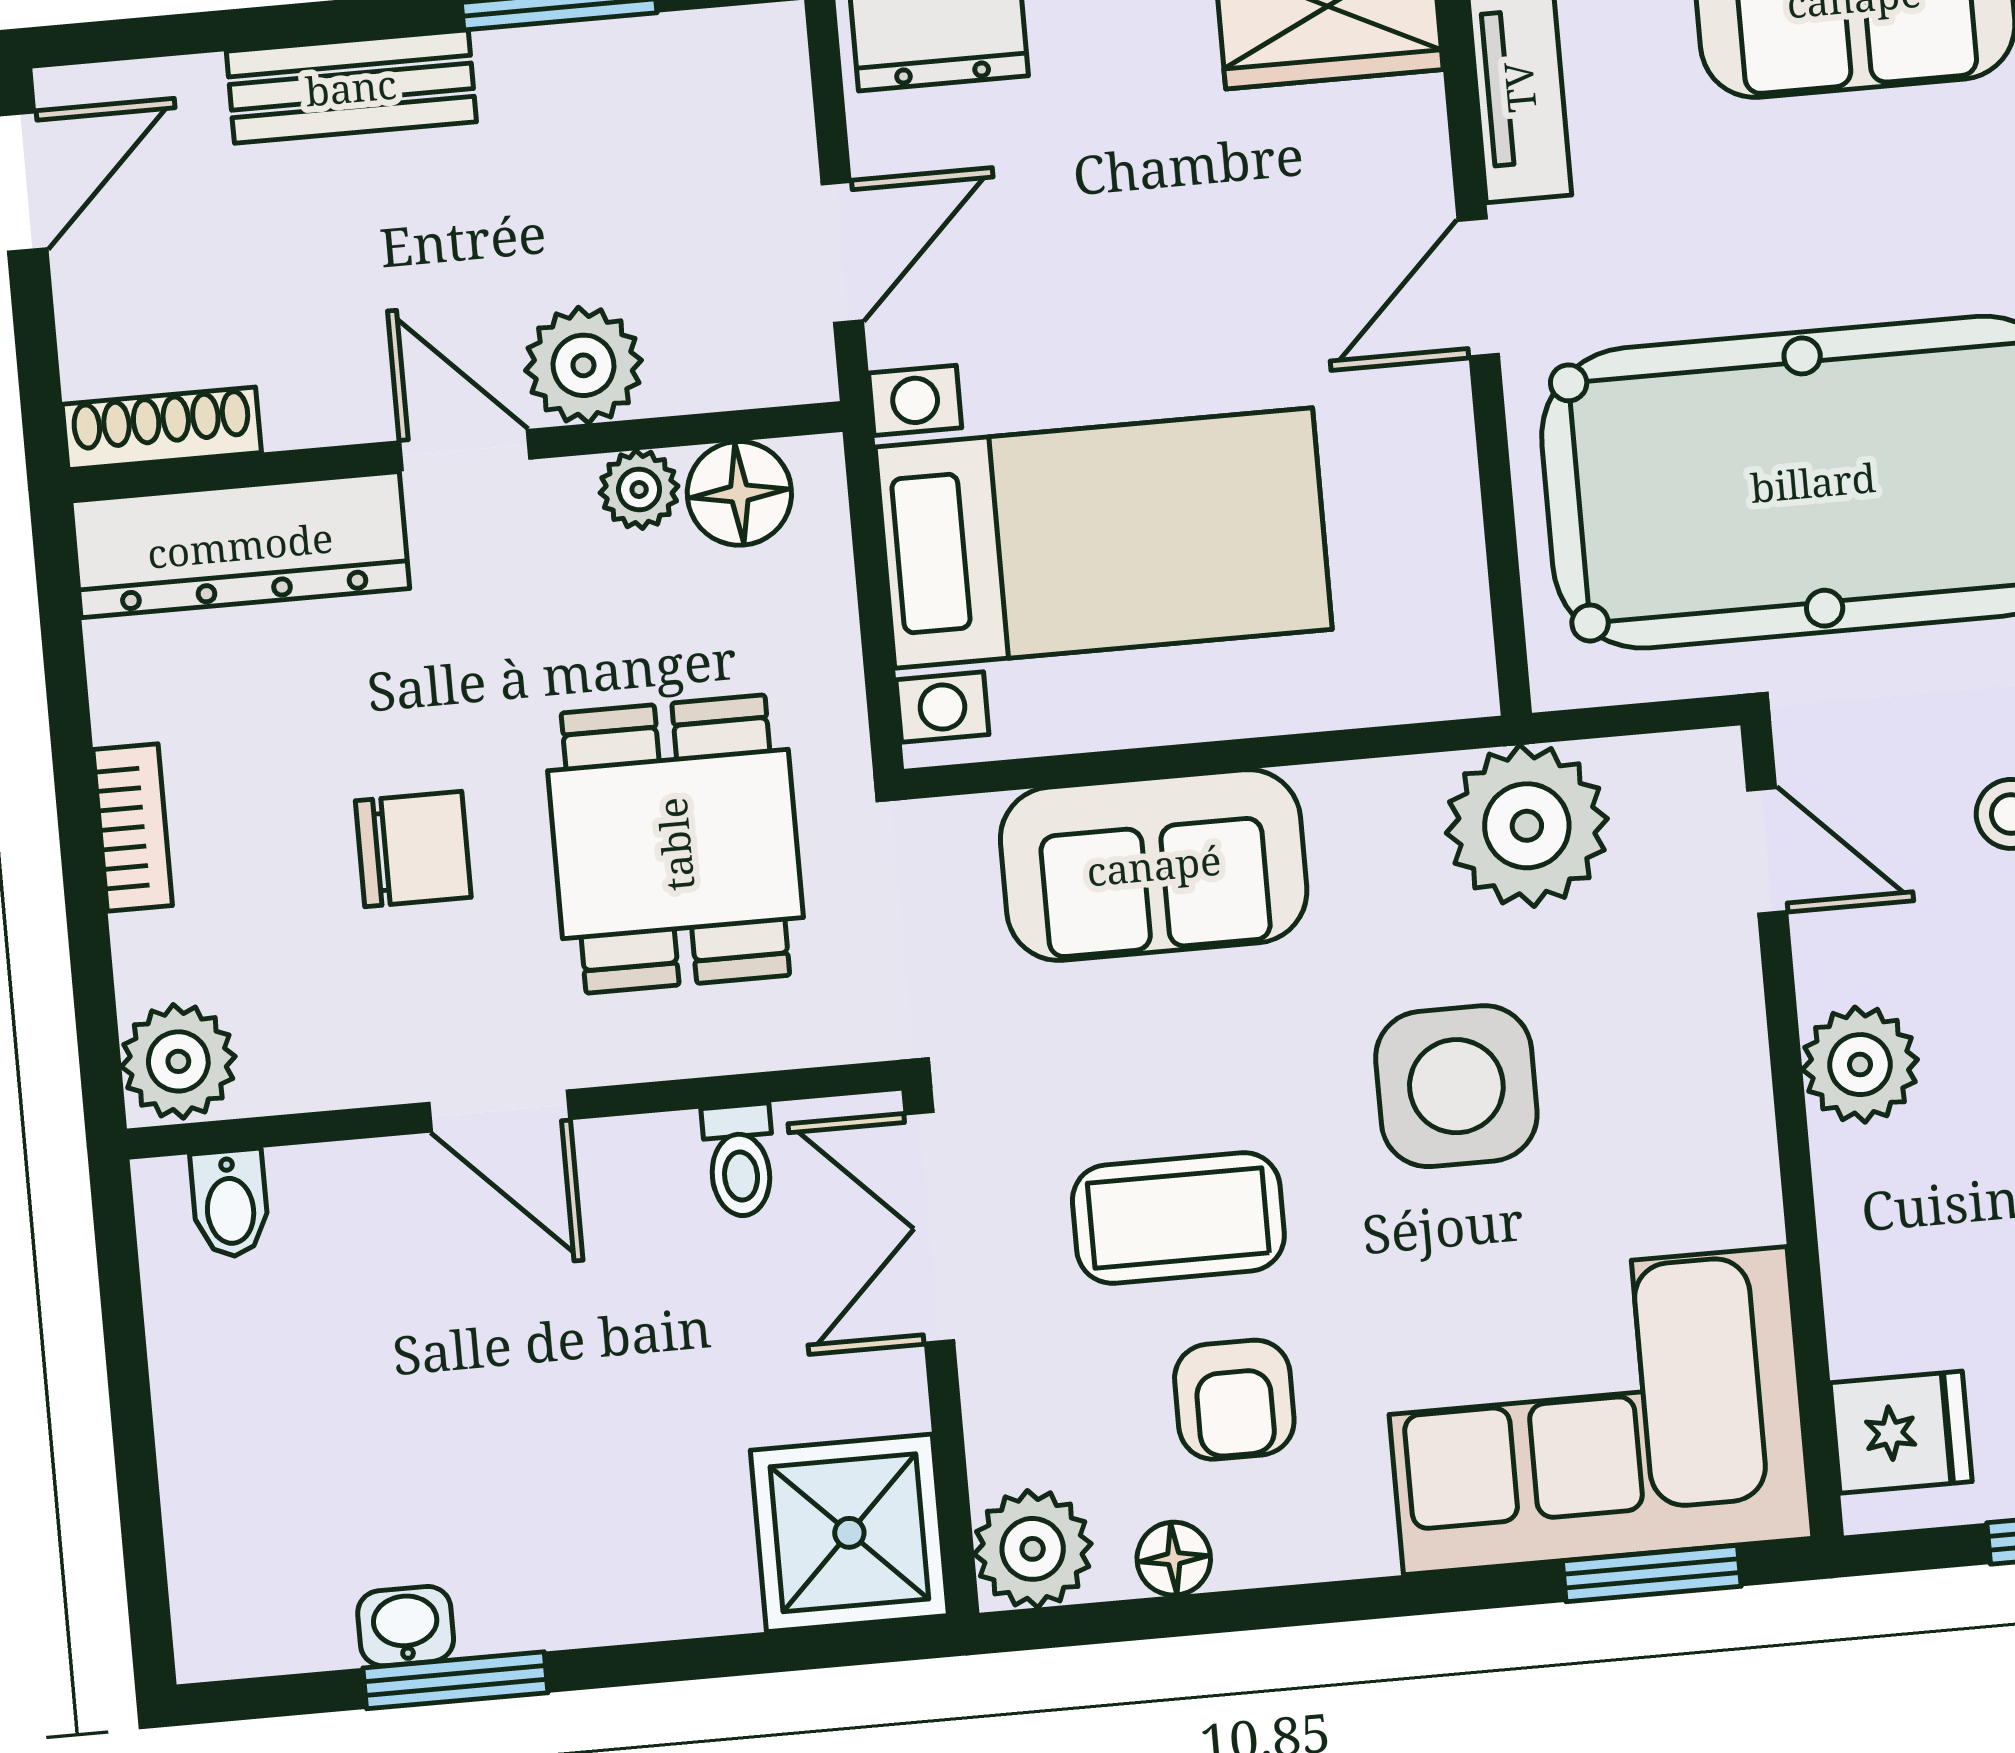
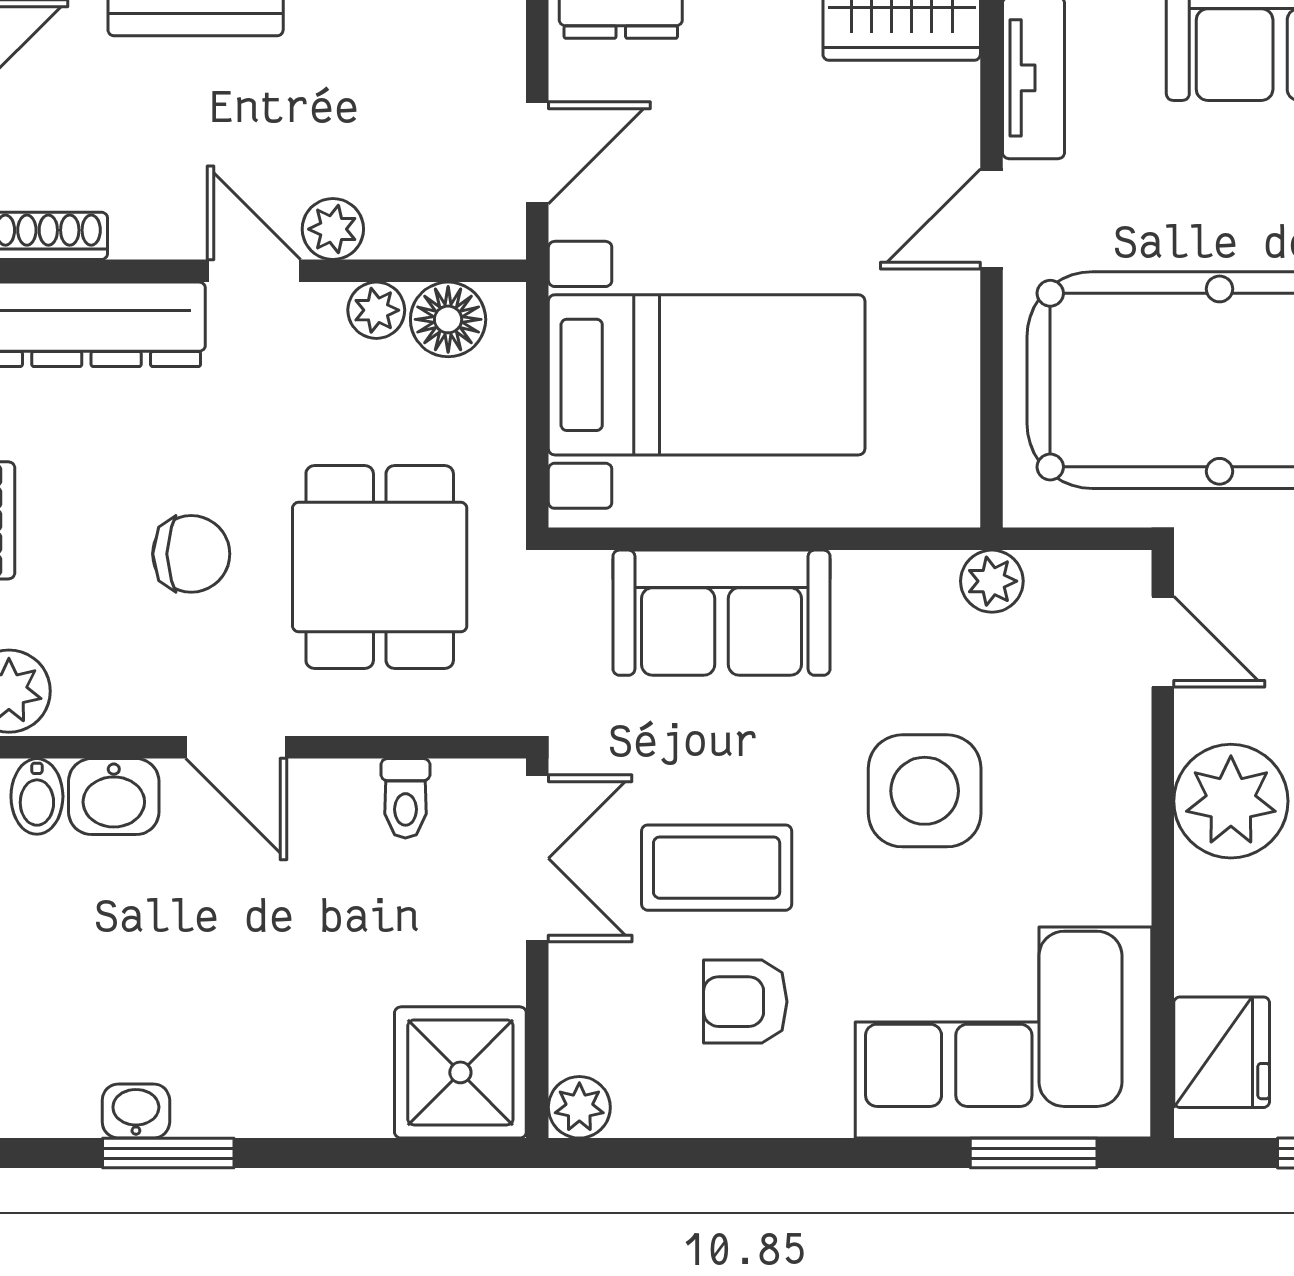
plant: (583, 365) -> (333, 229), width x0.73, depth x0.73
plant: (1527, 826) -> (992, 581), width x0.53, depth x0.53
plant: (1860, 1065) -> (1231, 801), width x1.36, depth x1.36
washbasin: (336, 1194) -> (114, 797), added
double door: (929, 1227) -> (537, 858), swing flipped
armchair: (1234, 1400) -> (745, 1002), turned 90
fridge: (1901, 1432) -> (1222, 1052), width x1.38
plant: (1033, 1549) -> (579, 1107), width x0.73, depth x0.73
floor lamp: (1174, 1559) -> (692, 1112), removed

